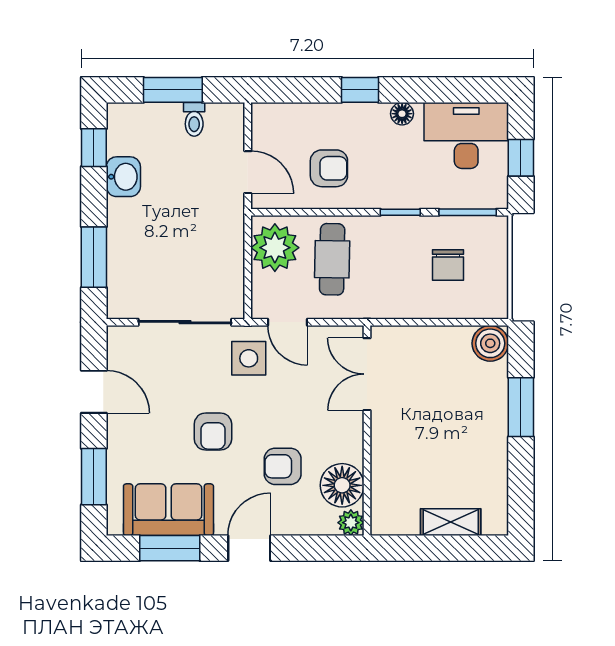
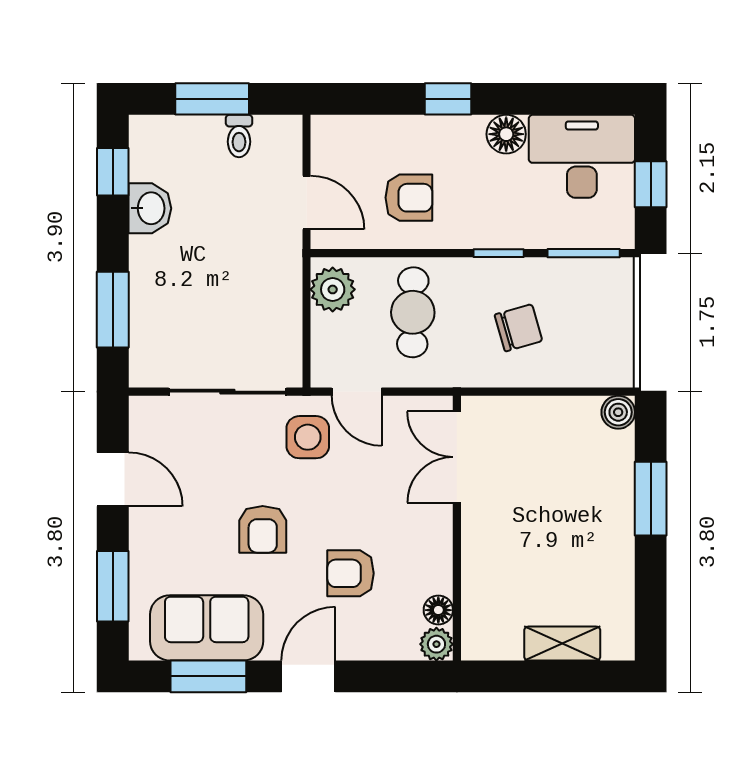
floor lamp: (402, 114) -> (506, 134), width x1.37, depth x1.37
plant: (275, 248) -> (333, 289), width x0.73, depth x0.73
chair: (448, 265) -> (519, 328), moved, turned -106
boiler: (490, 343) -> (618, 412), width x0.73, depth x0.73
floor lamp: (342, 485) -> (438, 610), width x0.53, depth x0.53

